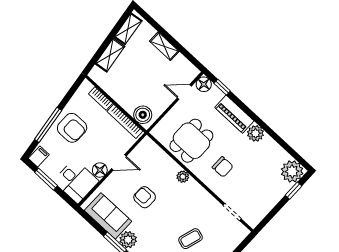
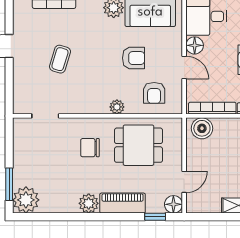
dining table: (191, 141) -> (139, 145), turned 90
door: (119, 162) -> (184, 67), swing flipped
armchair: (152, 164) -> (154, 93), added
window: (294, 191) -> (9, 184), width x1.50

